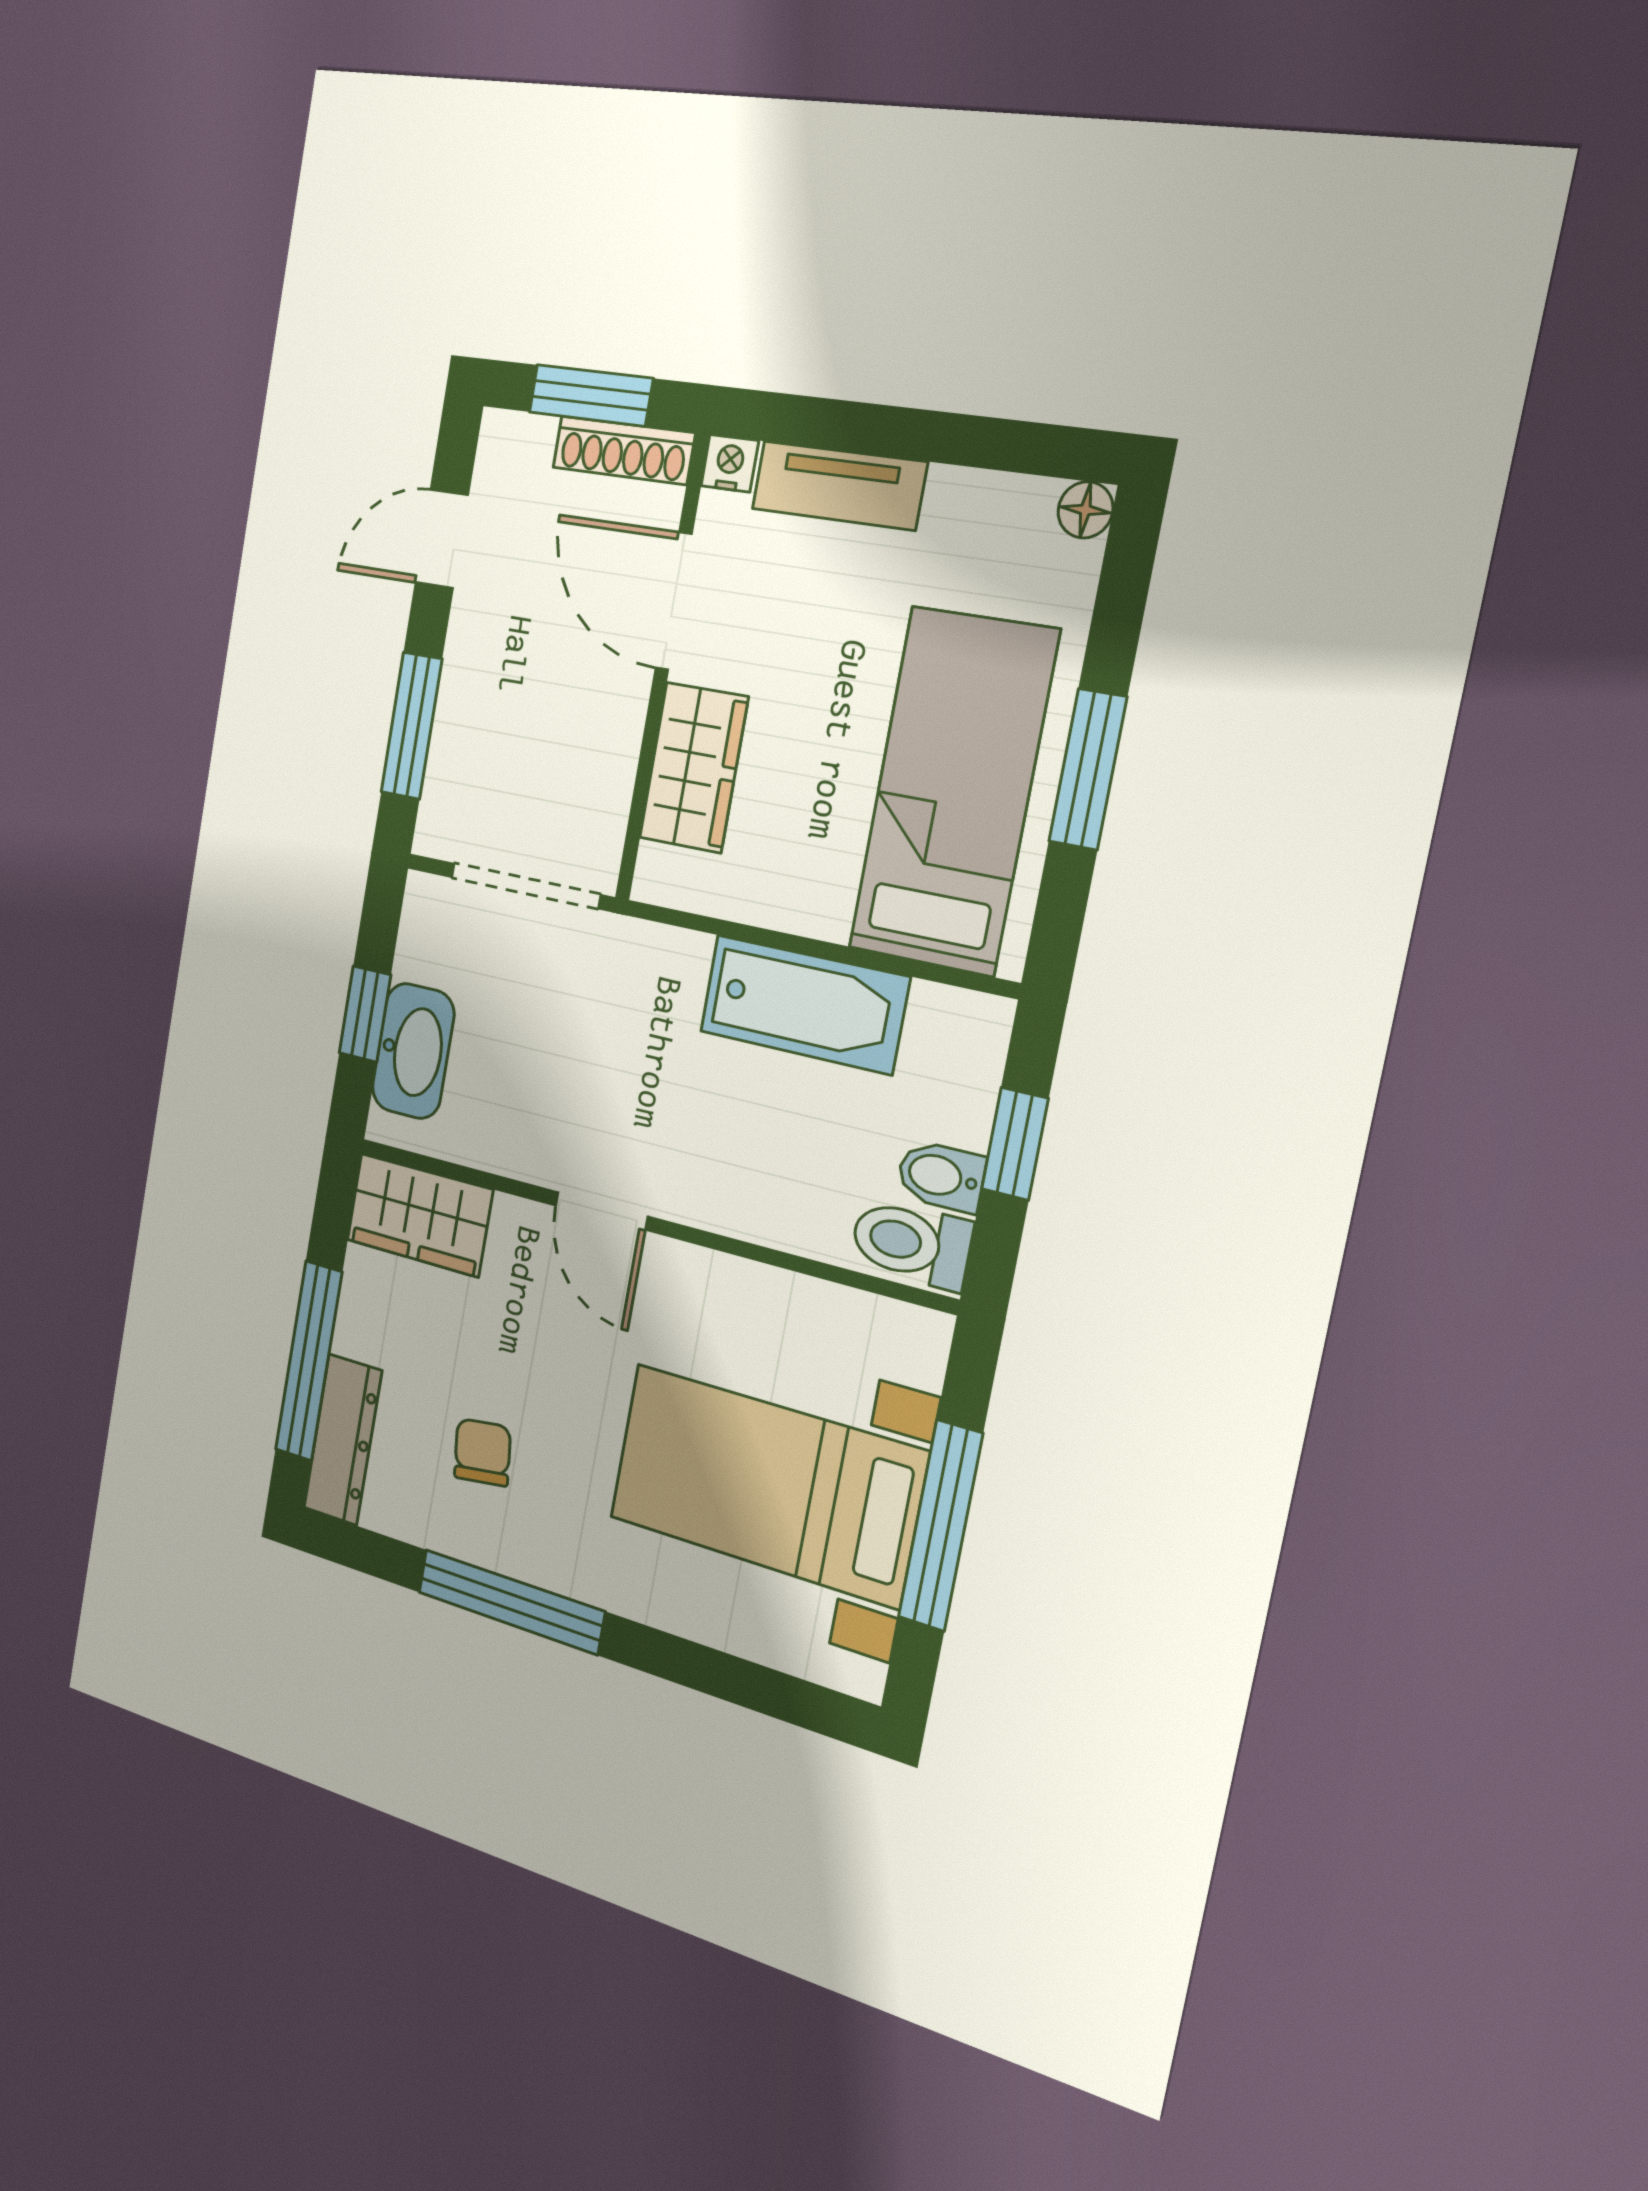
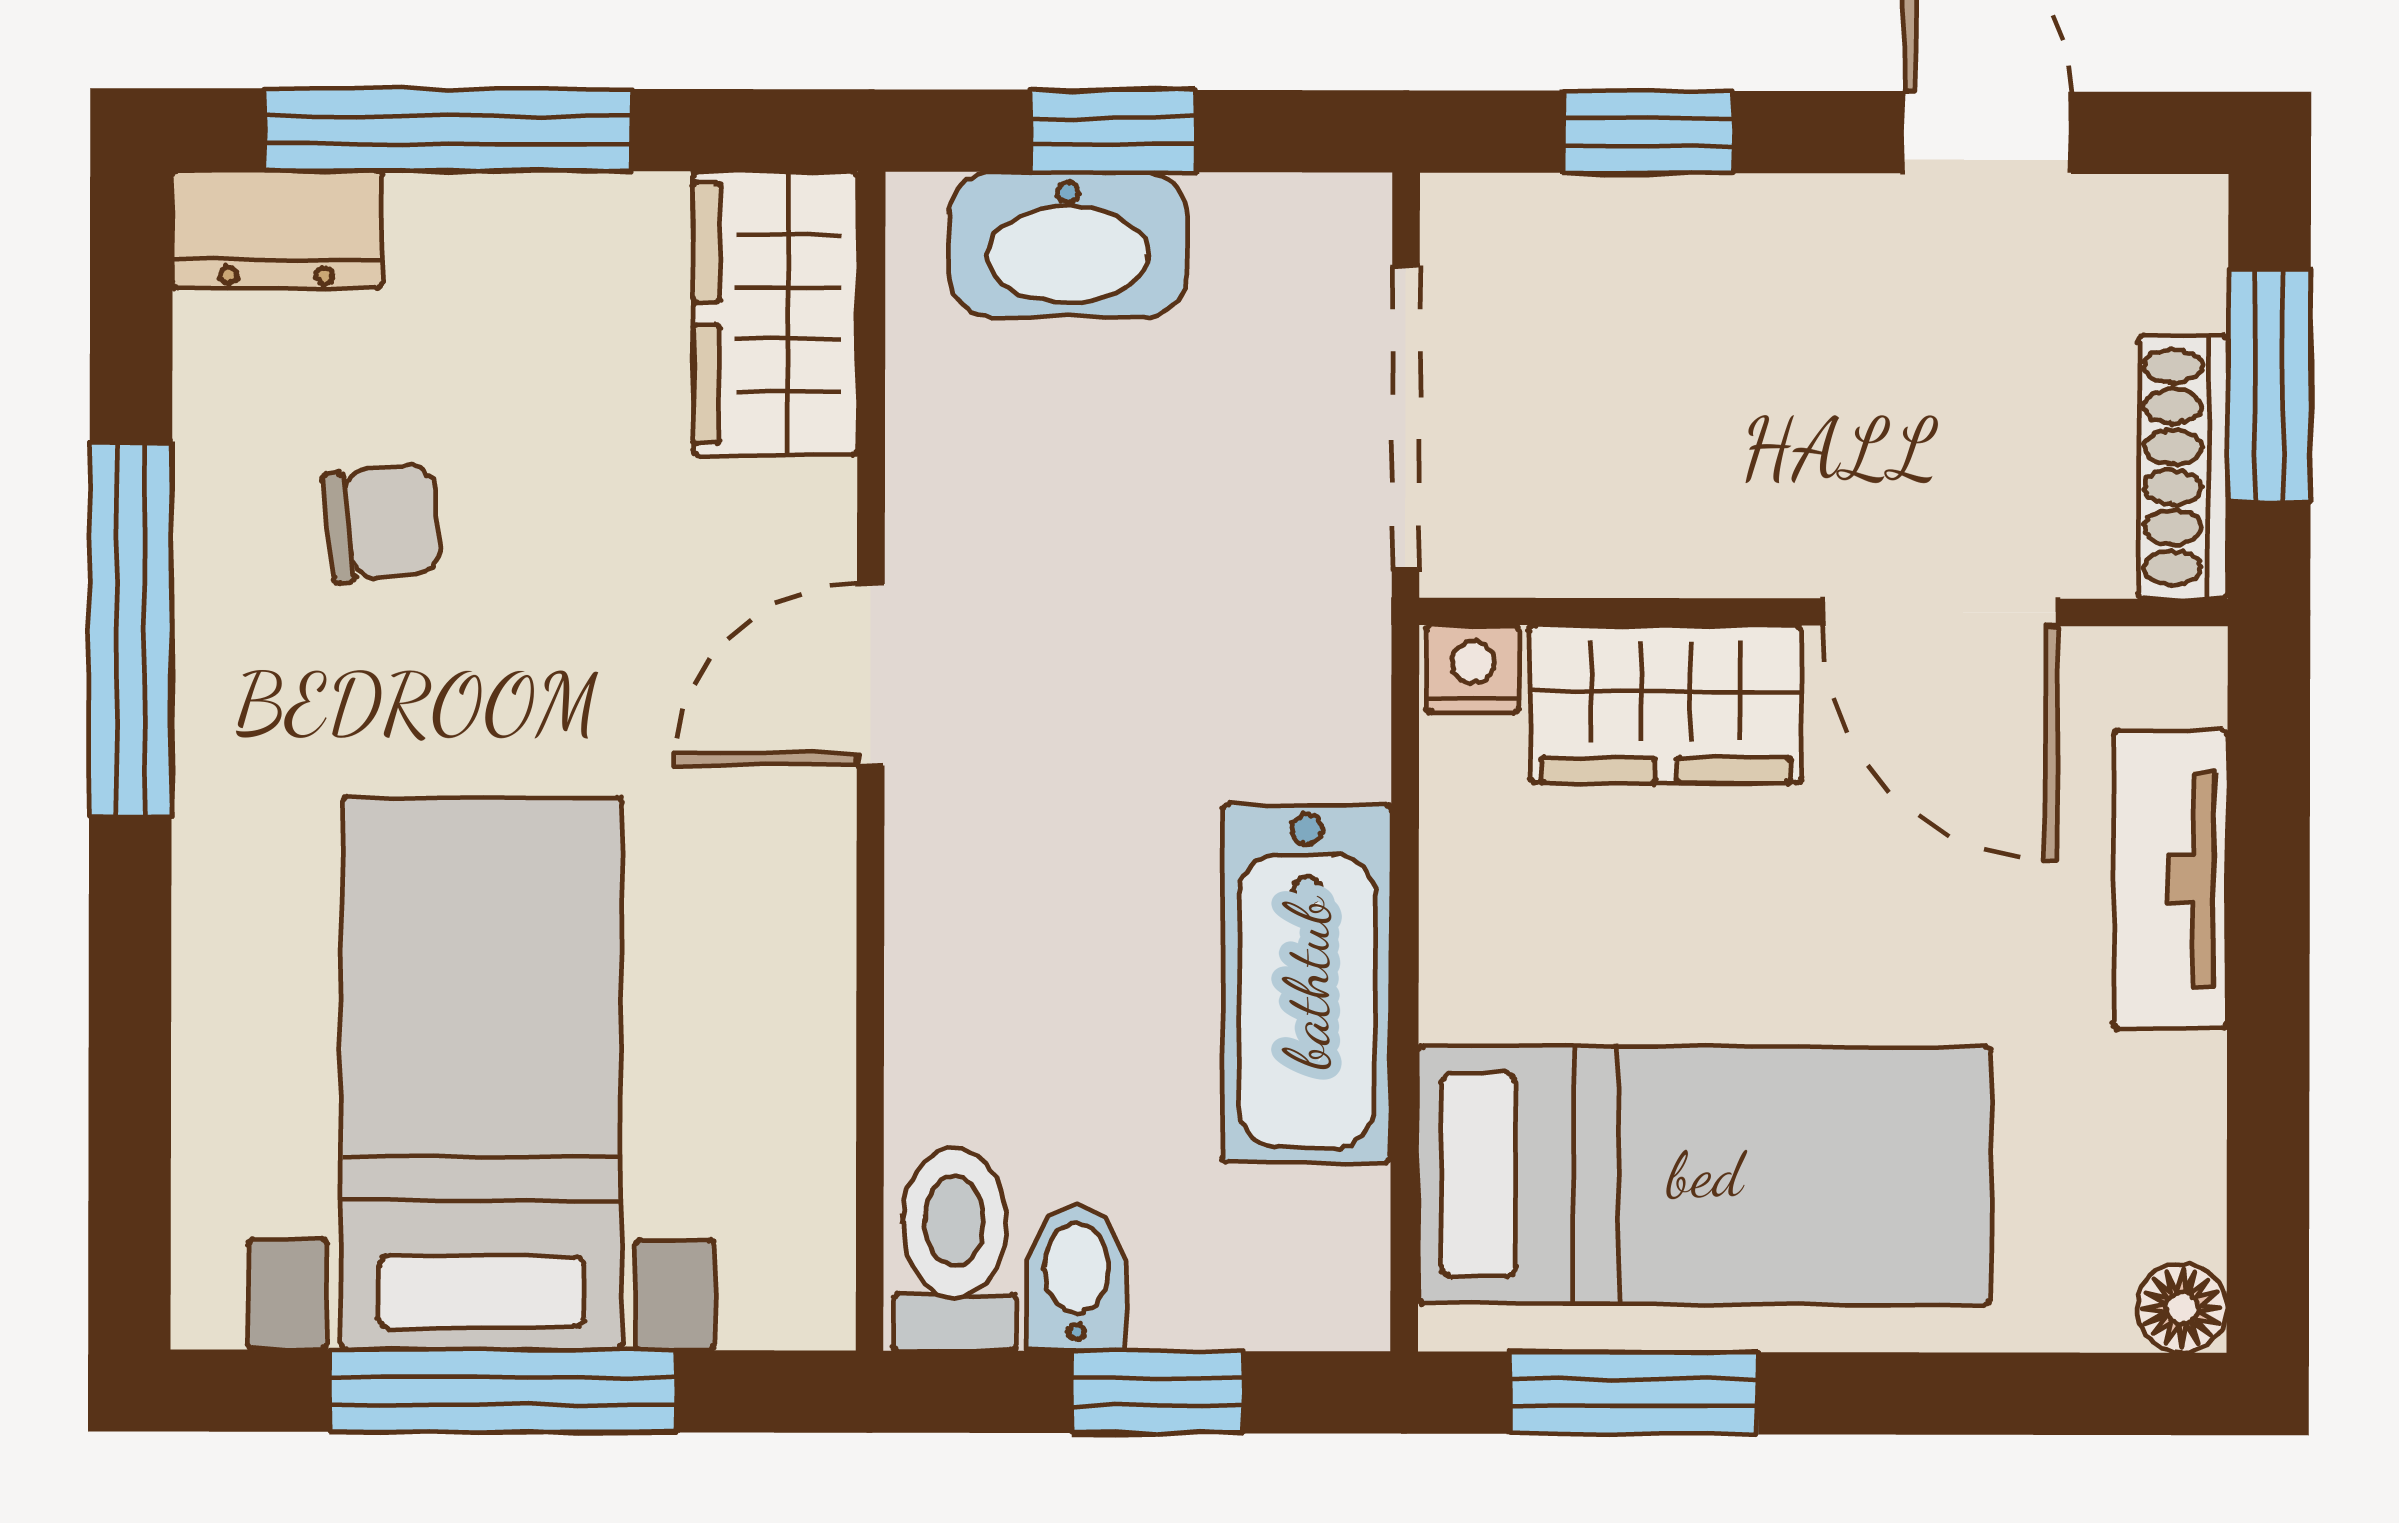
nightstand: (730, 463) -> (1473, 669), moved, turned -90
door: (674, 601) -> (1940, 612), swing flipped
window: (412, 726) -> (1648, 132), width x0.67
window: (1088, 769) -> (1634, 1393), moved
dresser: (343, 1440) -> (277, 229), width x0.70

